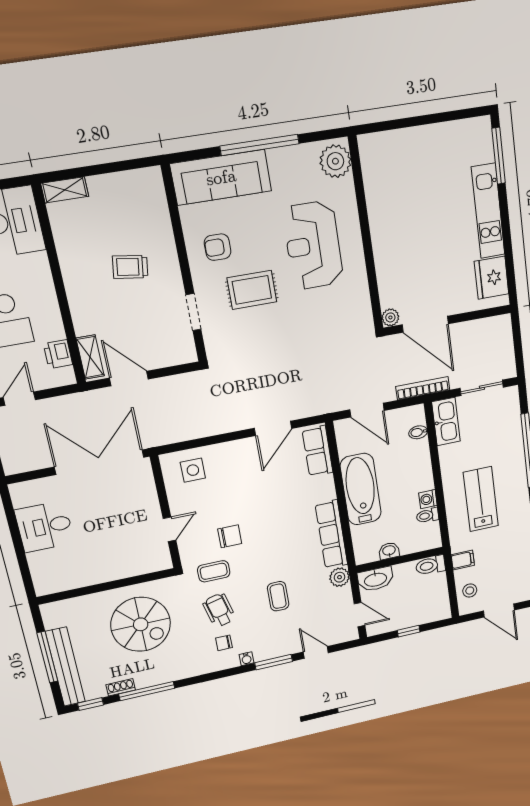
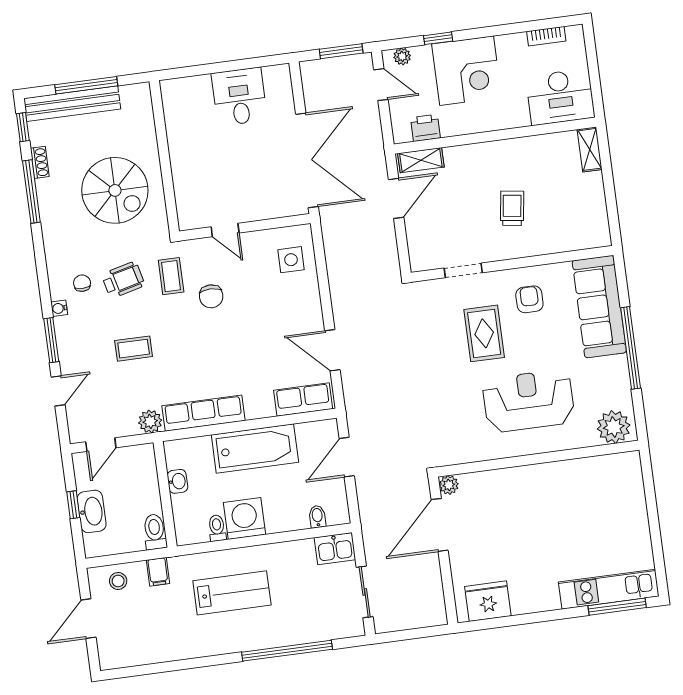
kitchen unit: (488, 211) -> (609, 589), moved
bookcase: (423, 388) -> (368, 522), removed
kitchen sink: (446, 422) -> (335, 549), width x0.73
washing machine: (428, 499) -> (245, 519), width x1.89, depth x1.89
washbasin: (375, 579) -> (92, 511), moved, turned 180
spiral stairs: (141, 624) -> (115, 190), turned -90

